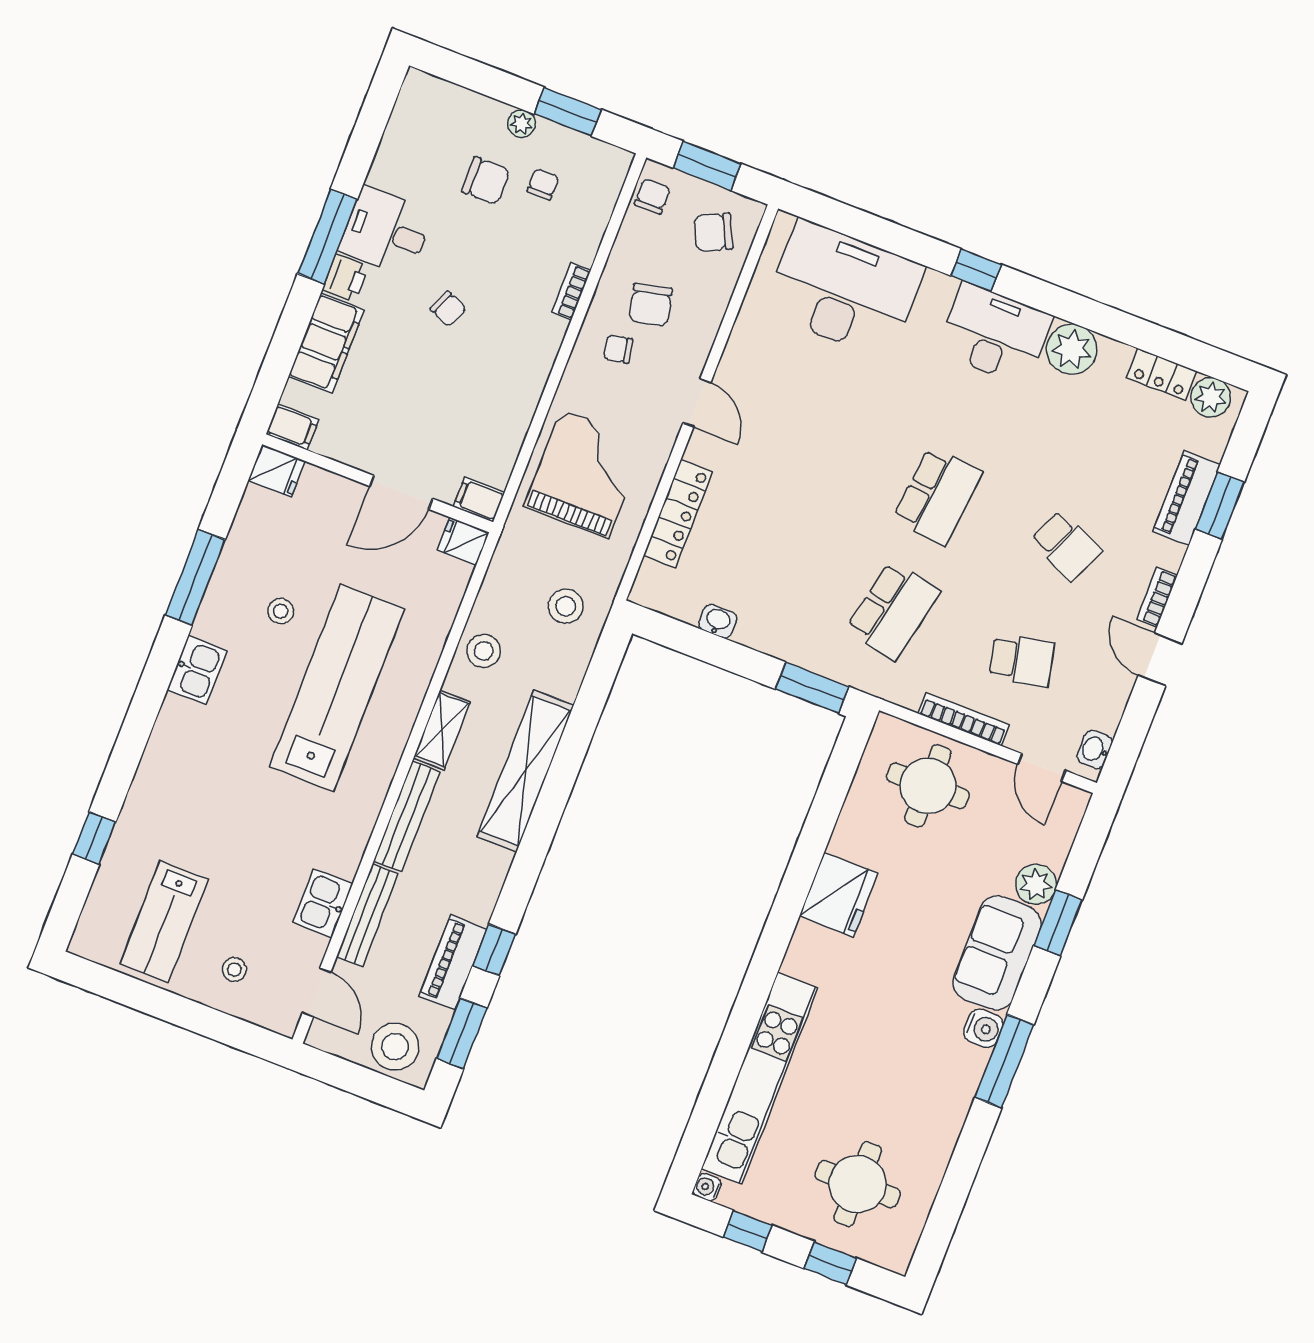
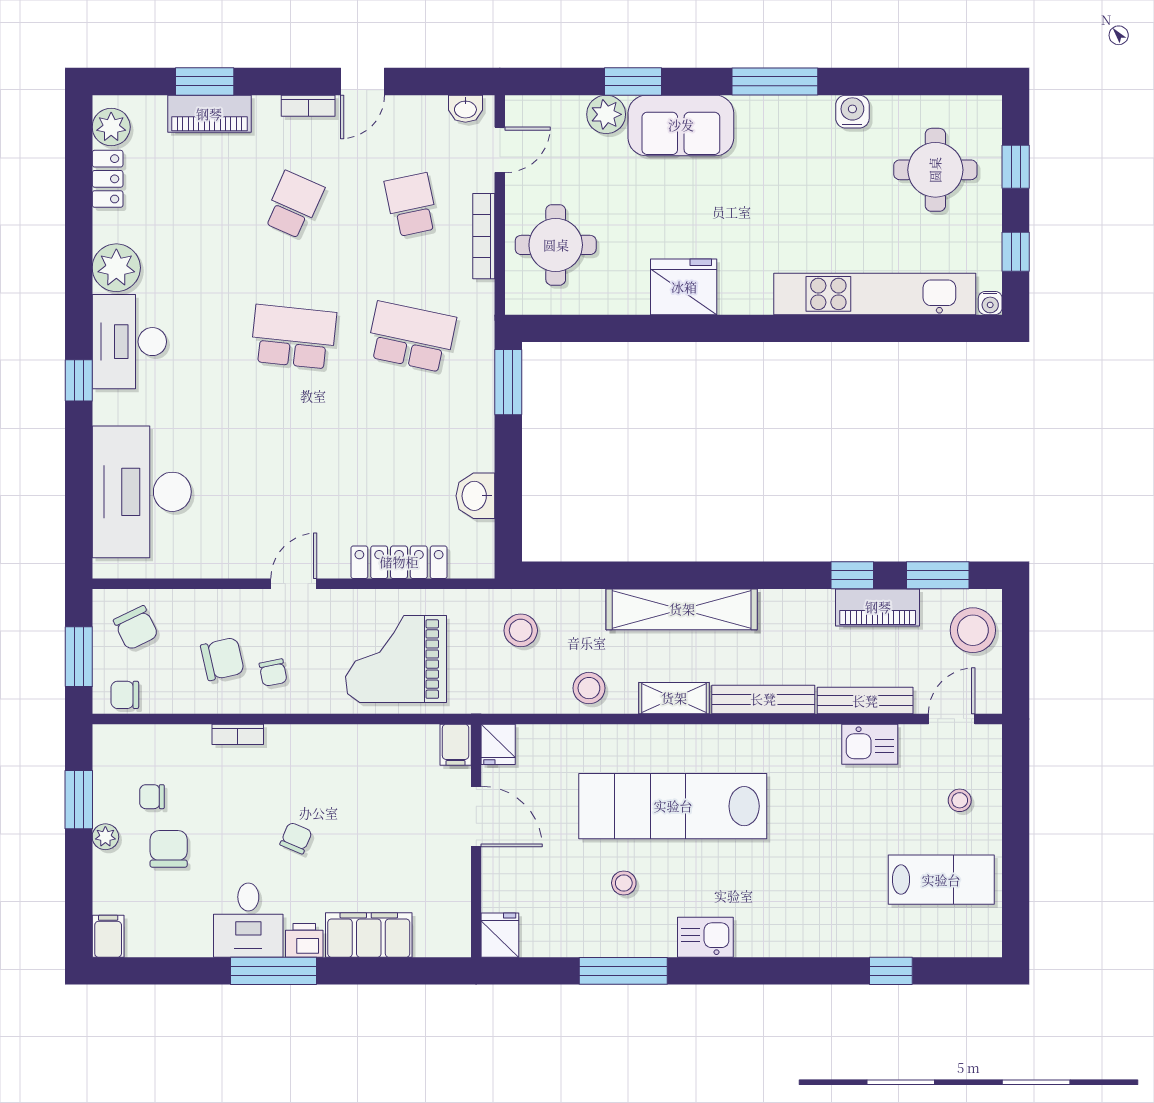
filing cabinet: (292, 427) -> (108, 936), moved
washbasin: (718, 621) -> (475, 496), width x1.38, depth x1.45
water cooler: (983, 1028) -> (852, 112), moved

